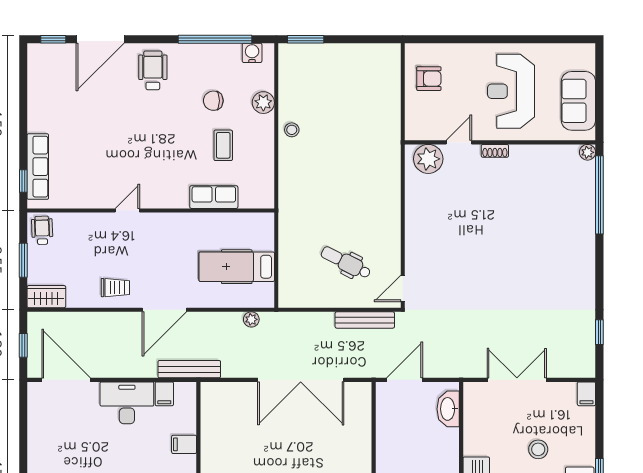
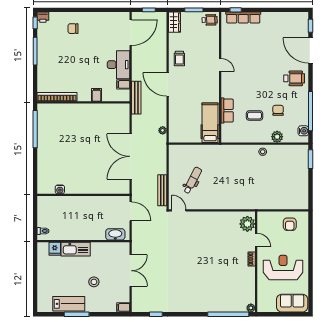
sofa: (578, 101) -> (292, 303), moved
hospital bed: (237, 267) -> (210, 123), moved

